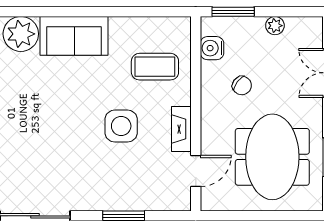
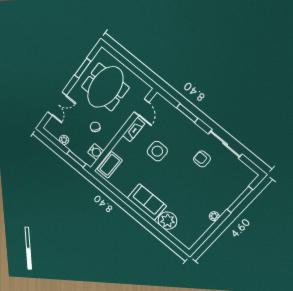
coffee table: (155, 67) -> (110, 165), moved, turned 90
armchair: (49, 168) -> (202, 159), added
door: (196, 171) -> (142, 107), swing flipped

